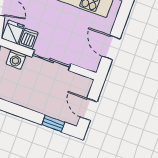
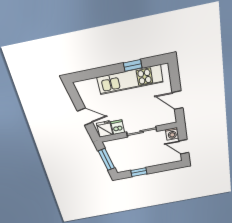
washing machine: (16, 59) -> (172, 134), moved
window: (53, 123) -> (139, 172), moved

